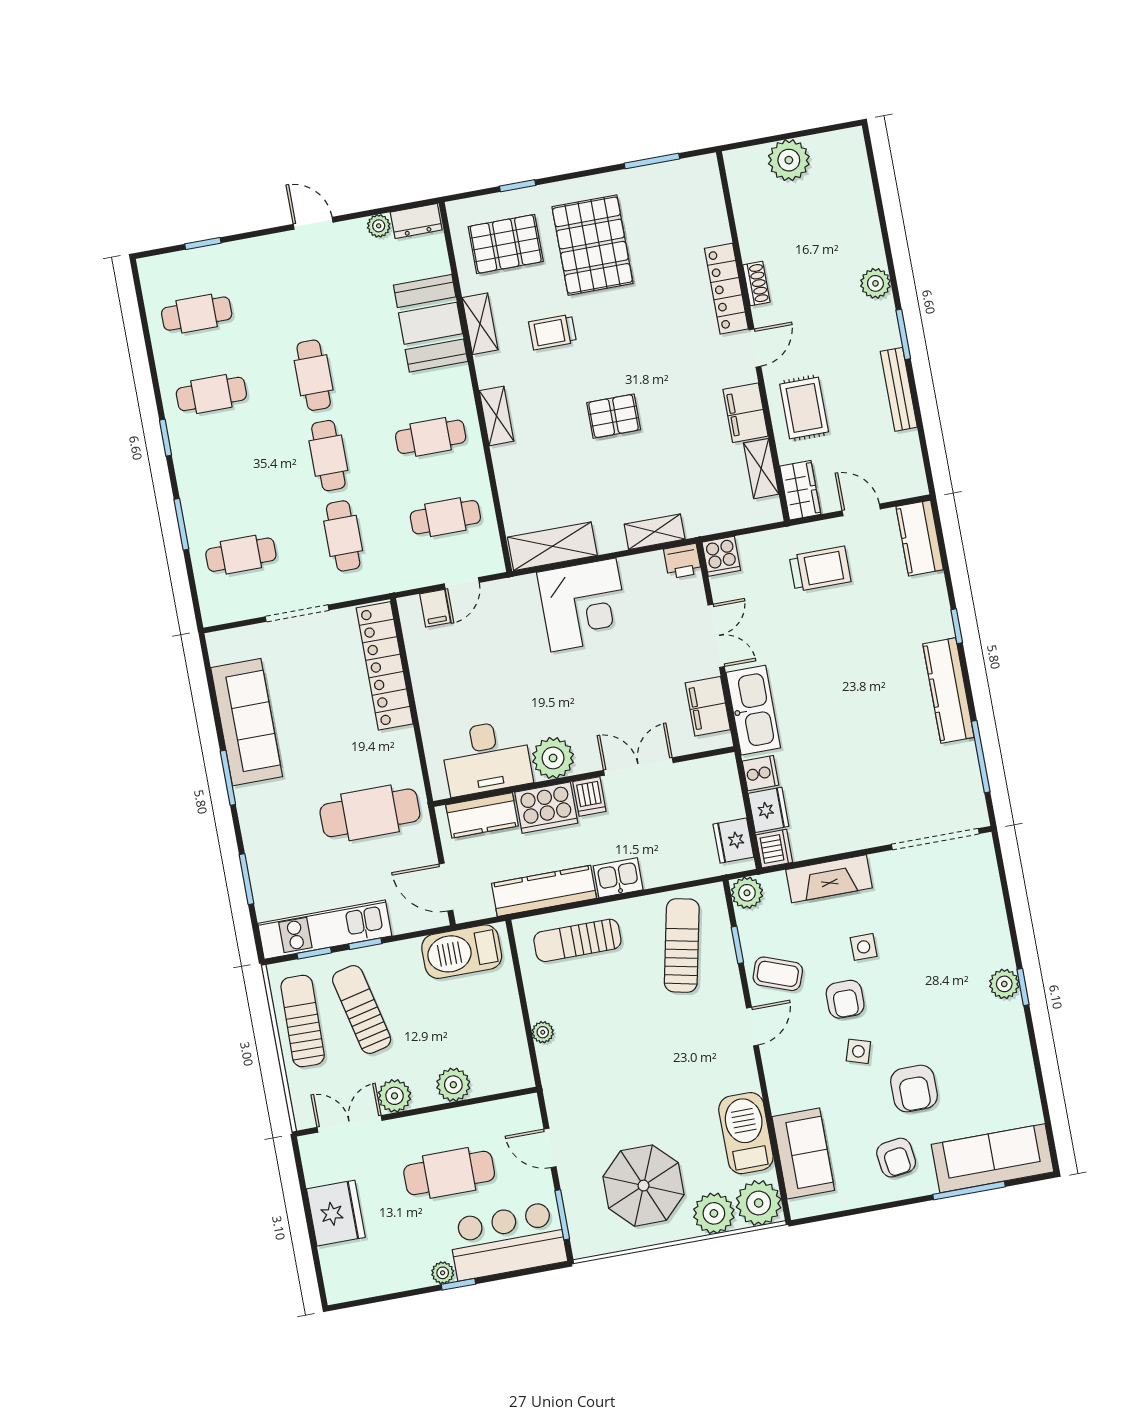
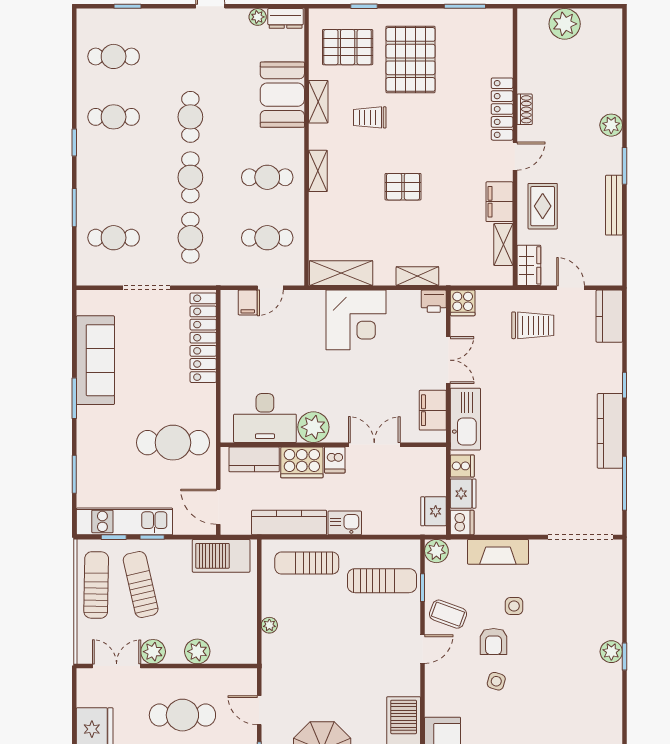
sun lounger: (682, 945) -> (382, 581), turned 78
armchair: (914, 1089) -> (532, 716), removed

